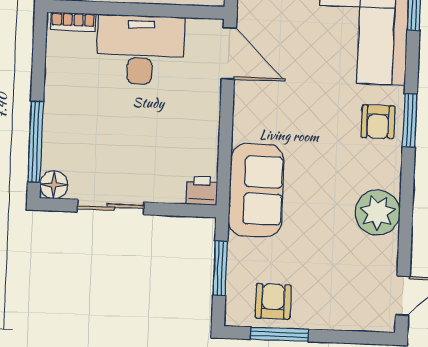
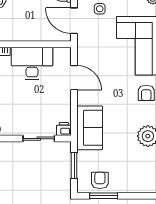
door: (229, 54) -> (74, 78), moved
sliding door: (111, 207) -> (39, 139), moved

